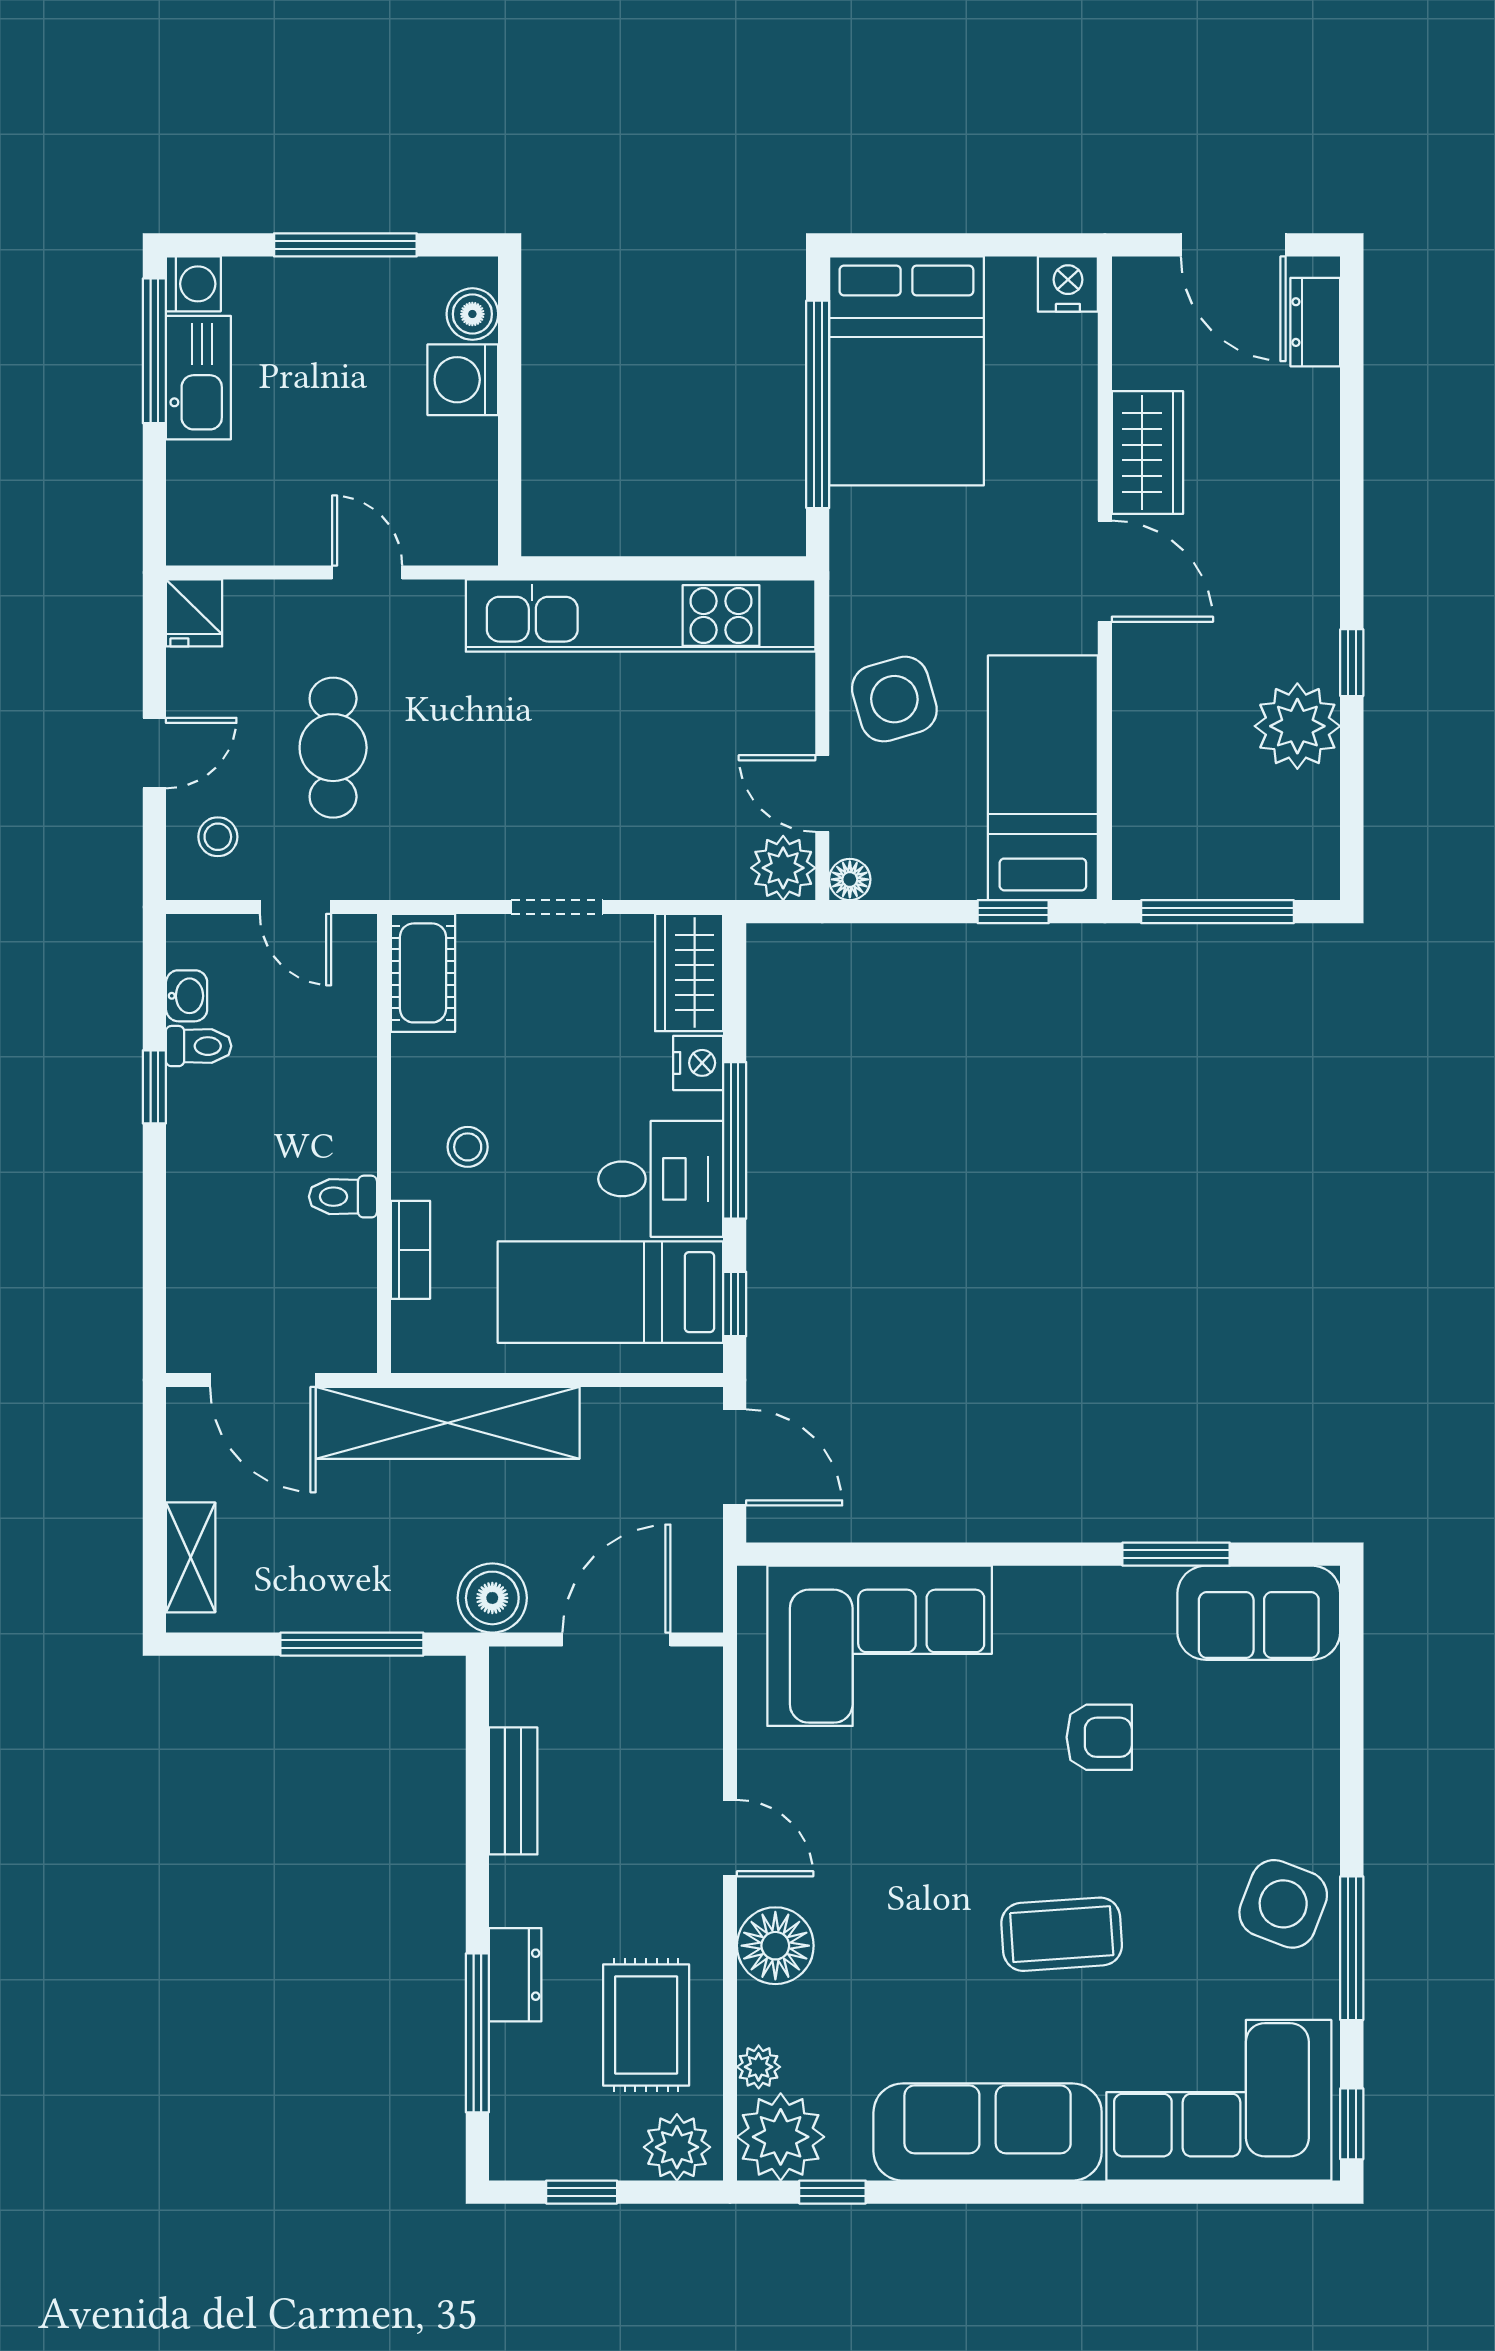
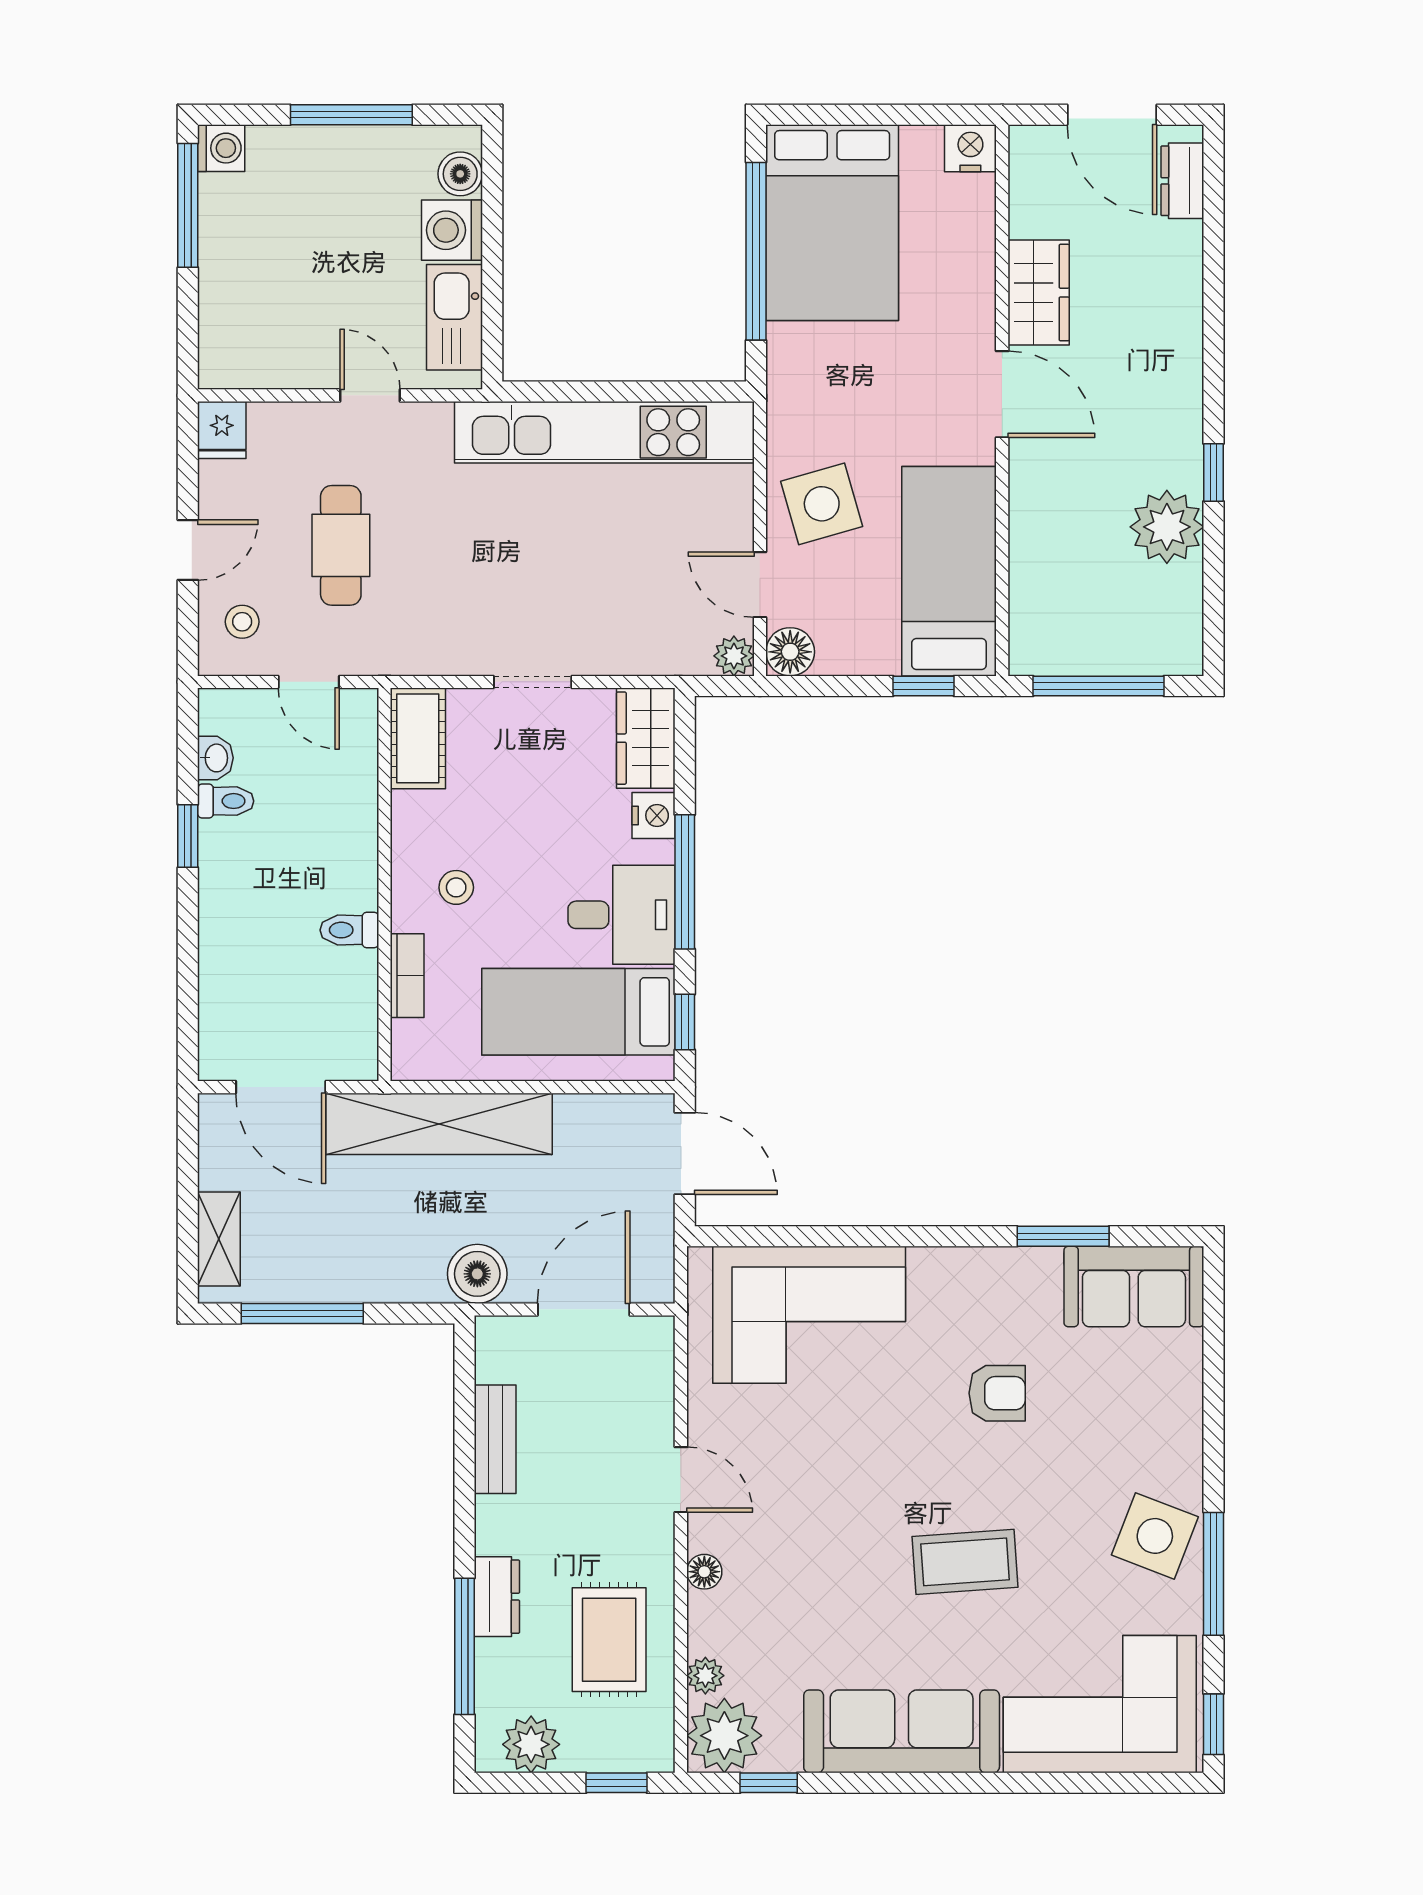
kitchen sink: (198, 378) -> (454, 317), moved, turned 180
plant: (783, 868) -> (734, 656), width x0.73, depth x0.73
floor lamp: (850, 879) -> (790, 652), width x1.37, depth x1.37
window: (352, 1644) -> (302, 1313), moved
floor lamp: (775, 1946) -> (704, 1572), width x0.53, depth x0.53
plant: (677, 2147) -> (531, 1744), moved
window: (582, 2192) -> (617, 1783), moved

